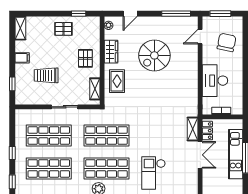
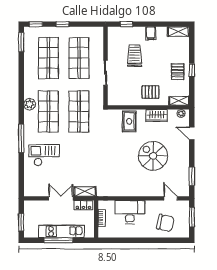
window: (79, 14) -> (192, 70), moved
window: (176, 14) -> (192, 176), width x0.69
rug: (117, 81) -> (129, 121), turned 90
shelving: (95, 89) -> (179, 101), moved
double door: (200, 155) -> (61, 198), swing flipped

